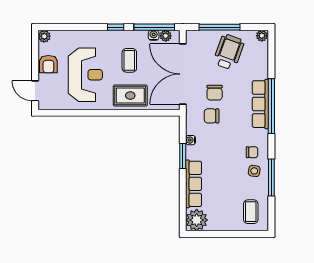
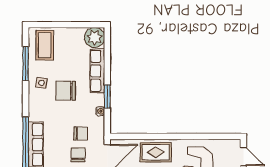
chair: (252, 152) -> (66, 91), moved, width x1.87, depth x1.87
window: (271, 178) -> (26, 64), moved
coffee table: (251, 212) -> (45, 45), width x1.36, depth x1.30

